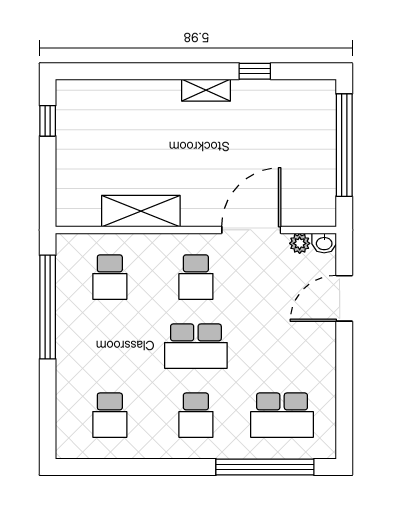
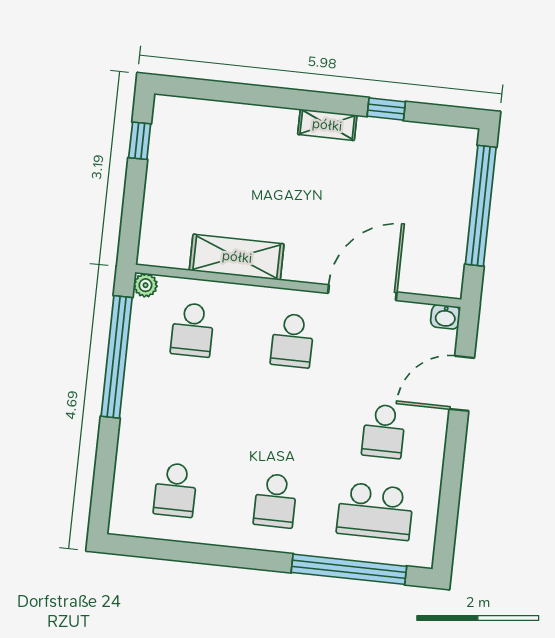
plant: (300, 243) -> (145, 285), moved
school desk: (196, 346) -> (384, 431), moved, width x0.54

